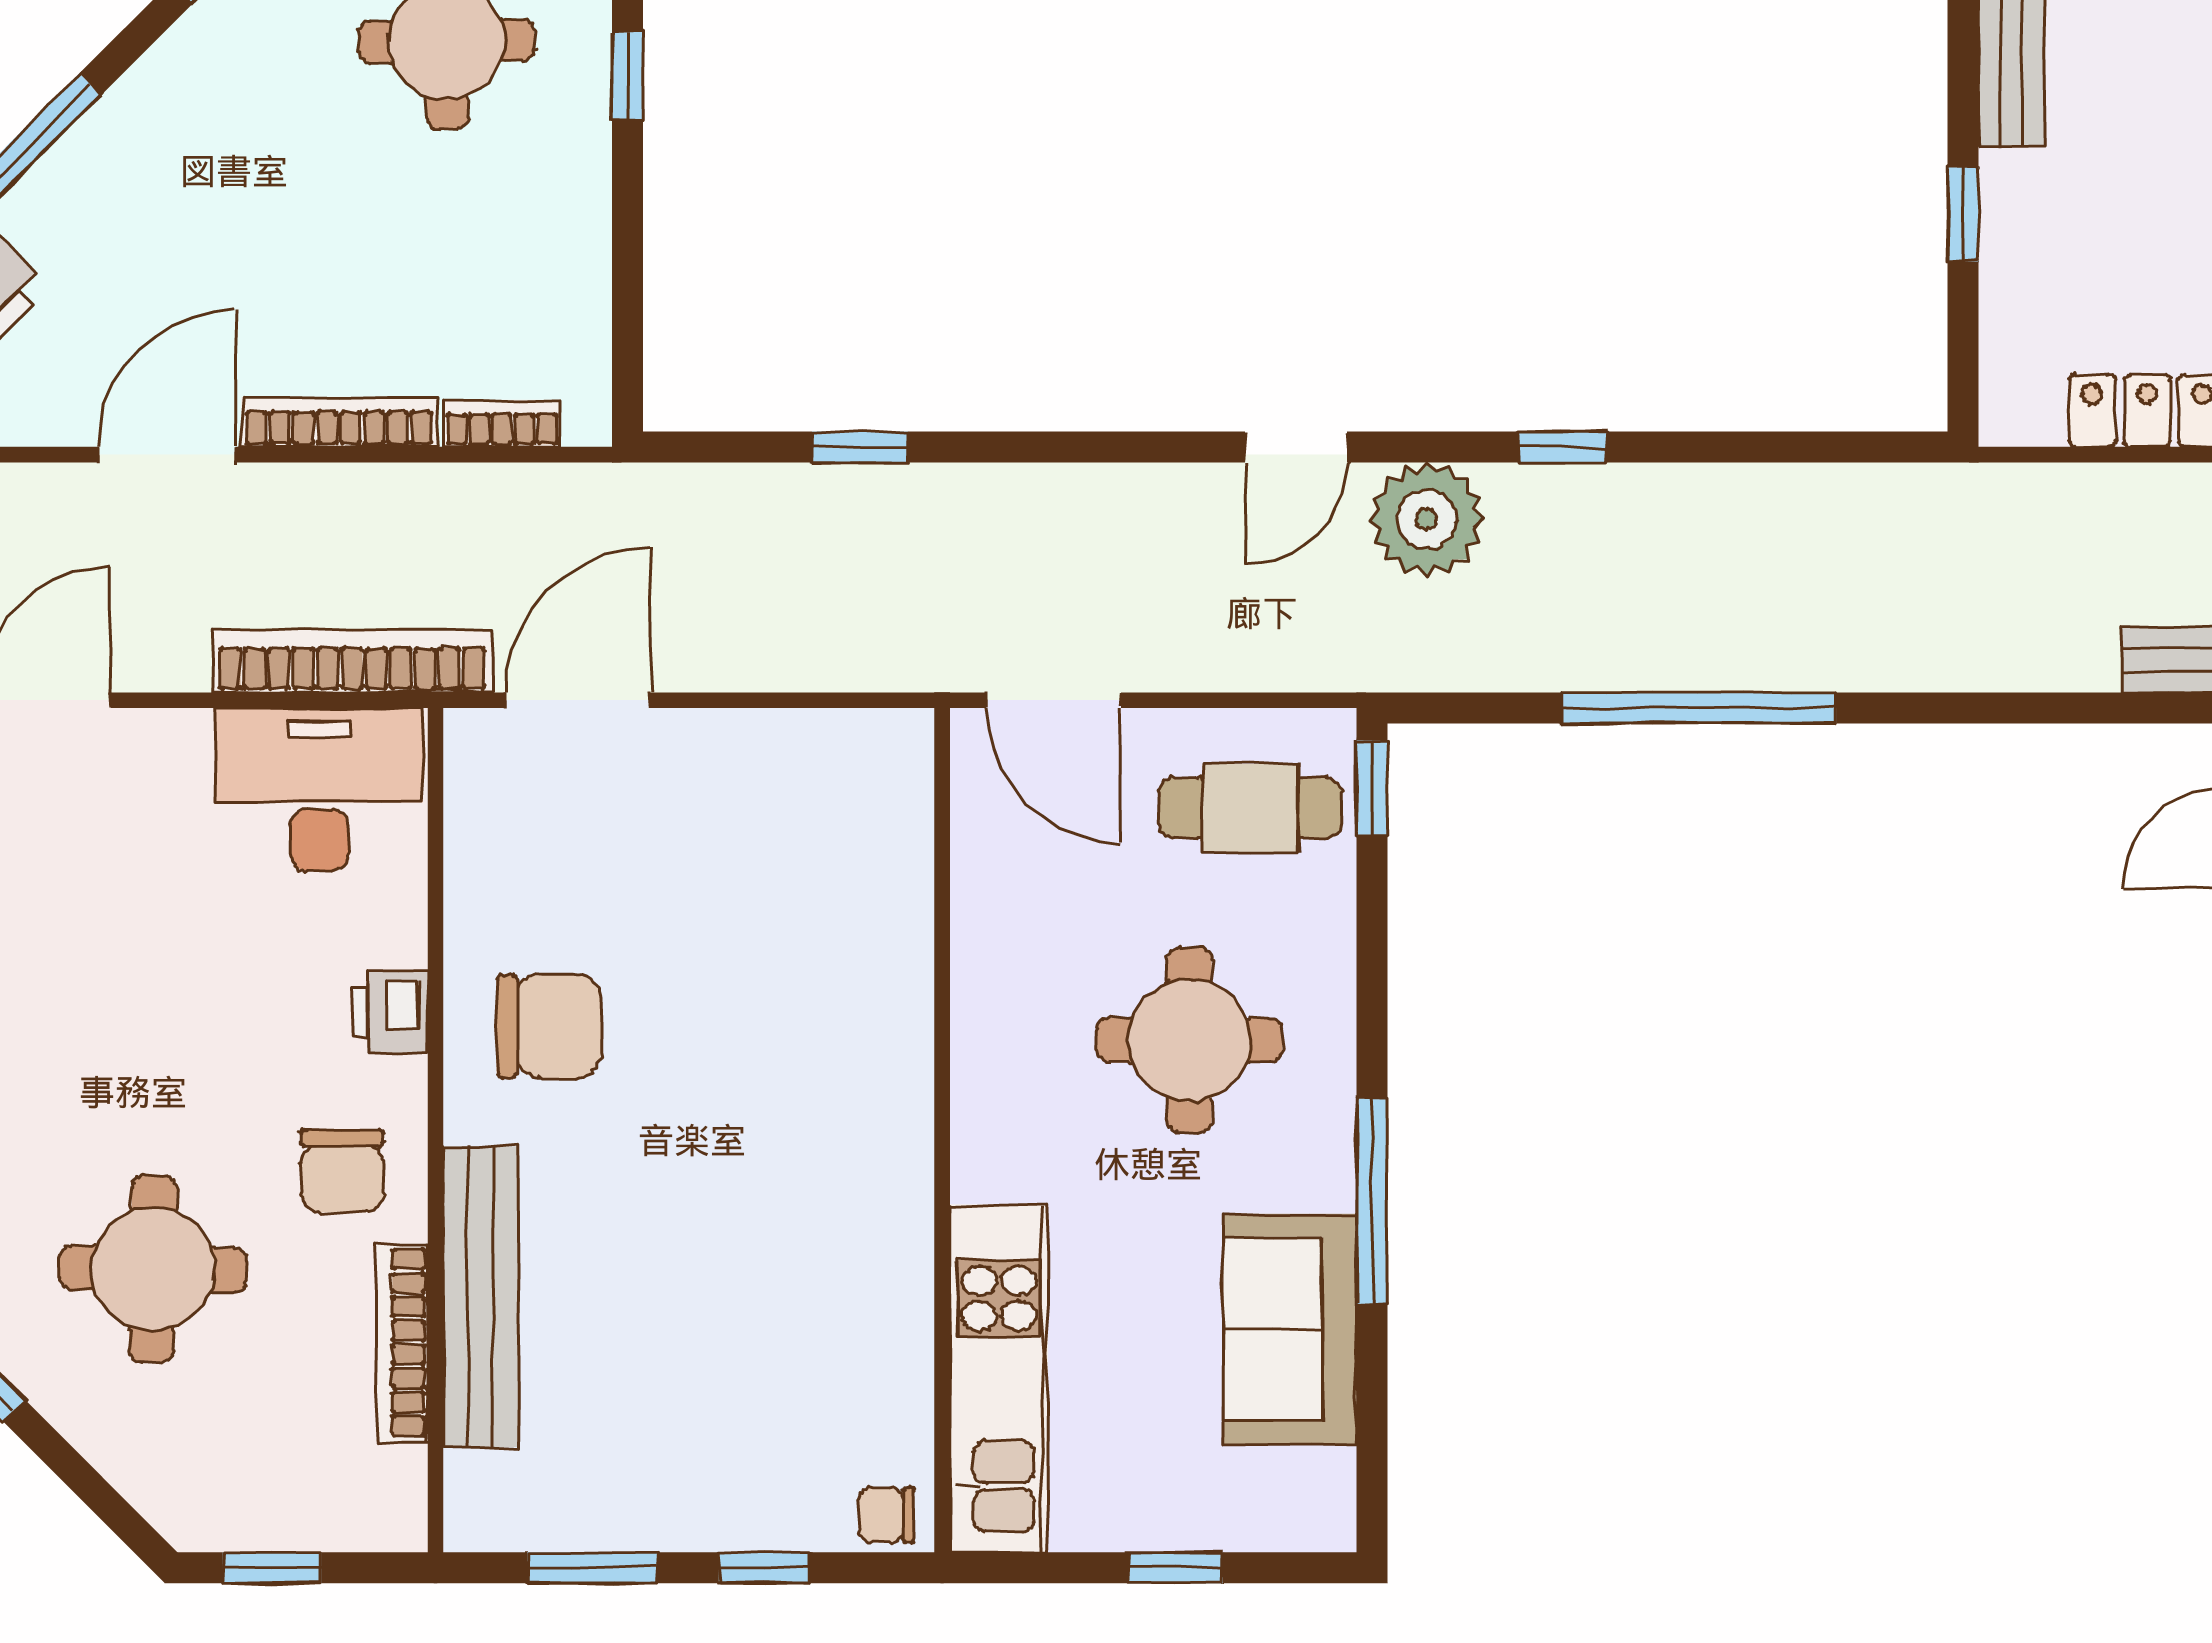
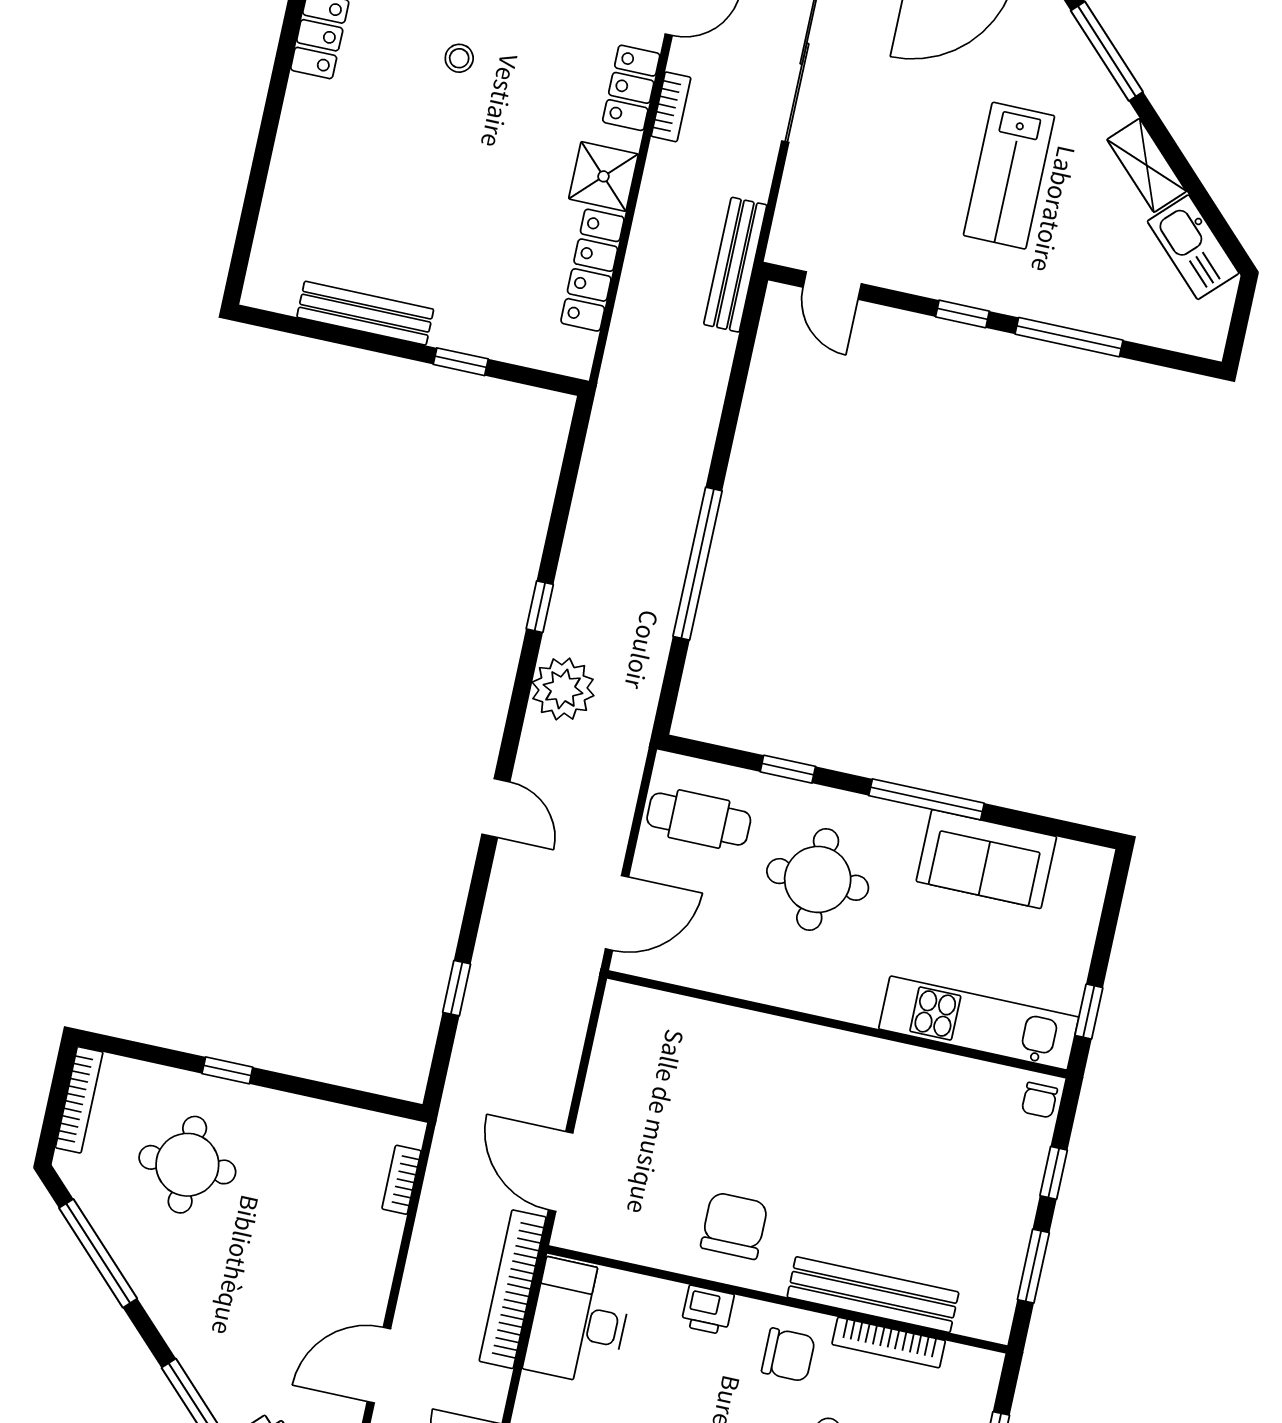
bookcase: (339, 422) -> (381, 1268), removed
door: (1296, 447) -> (496, 808), moved
door: (167, 455) -> (379, 1365), hinge flipped
window: (1372, 788) -> (788, 769), moved
cafe table: (1250, 808) -> (699, 819), turned 90
window: (1175, 1568) -> (1089, 1011), moved

